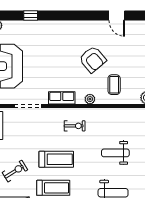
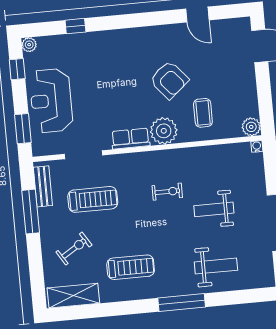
plant: (90, 99) -> (164, 131), width x1.88, depth x1.88
exercise bike: (75, 126) -> (167, 192), moved
treadmill: (56, 159) -> (93, 199), moved

